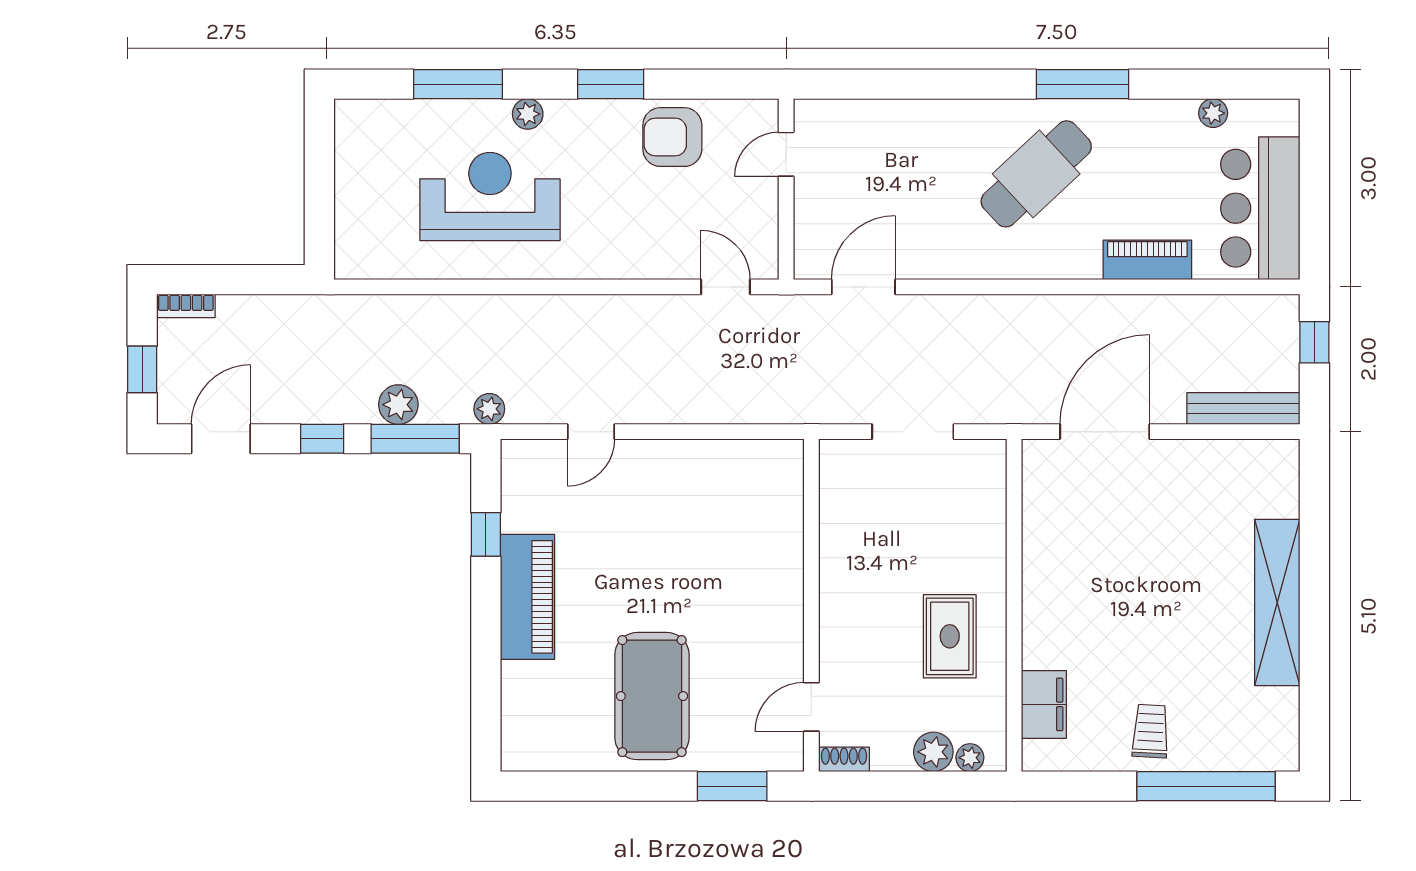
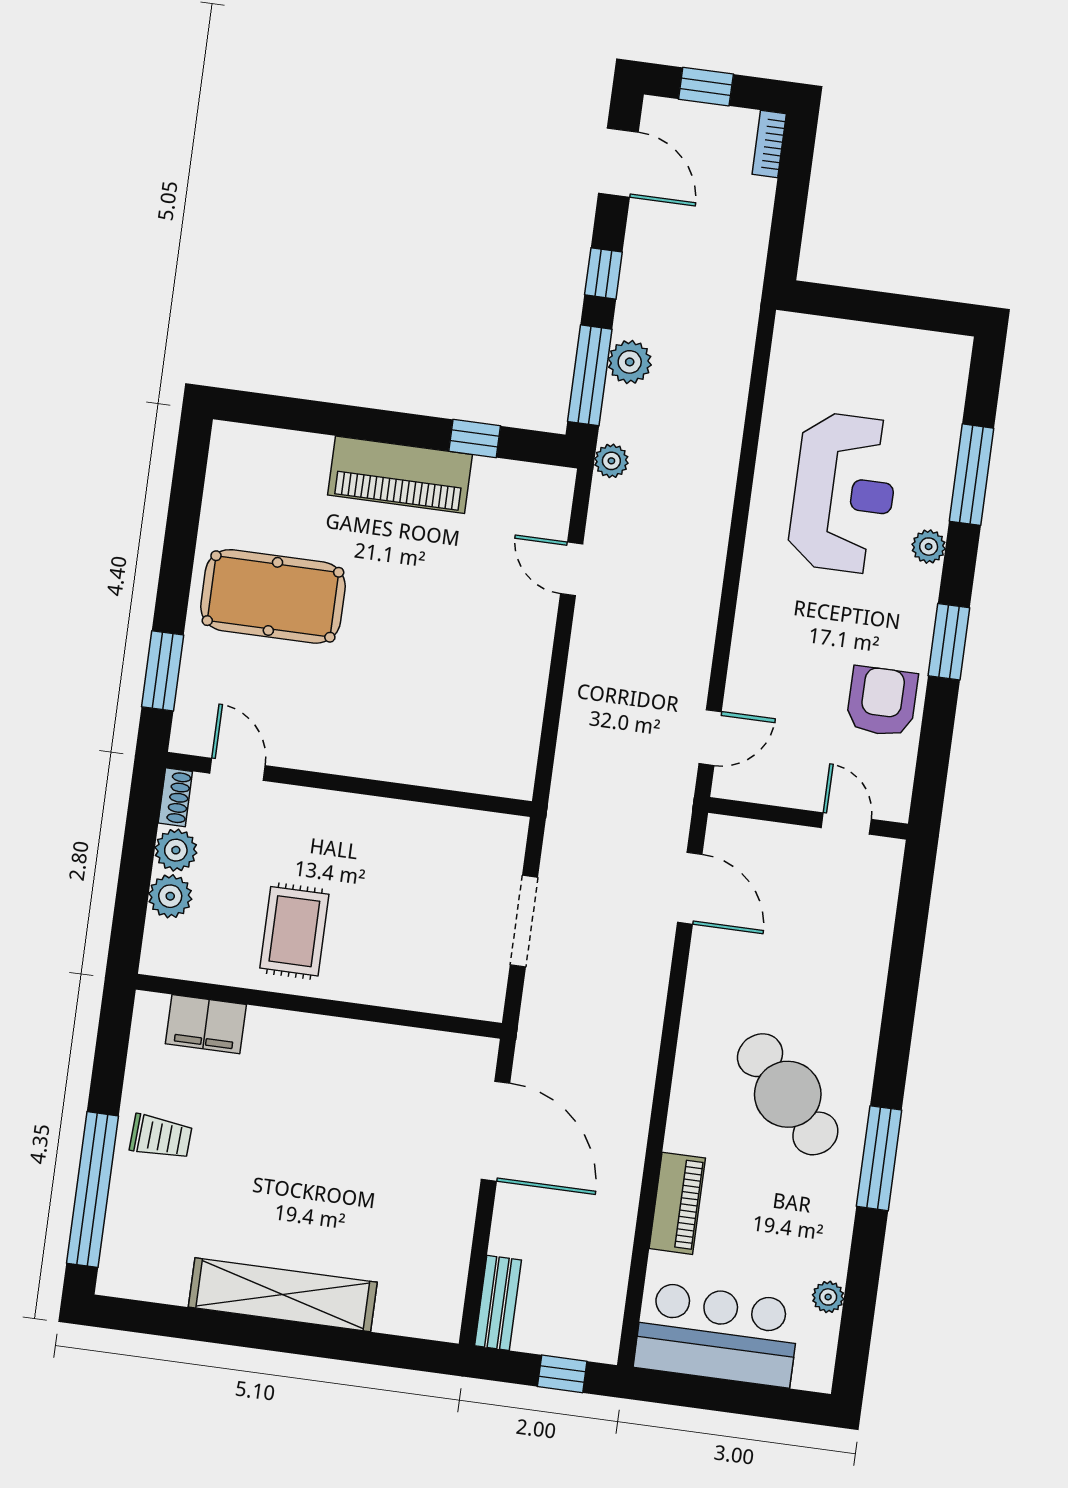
bench: (1243, 408) -> (498, 1303), width x0.73
rug: (950, 636) -> (294, 931), turned 90
plant: (970, 758) -> (176, 850), moved, width x1.38, depth x1.38

